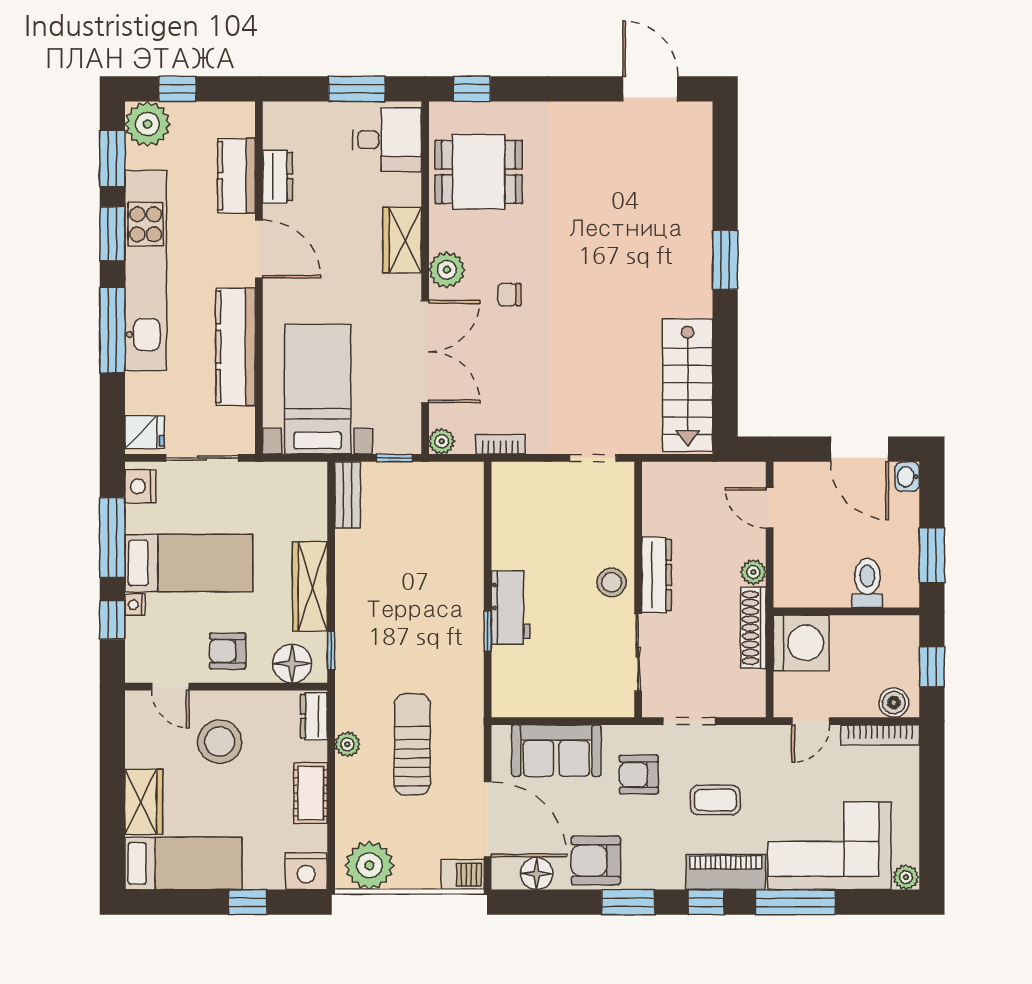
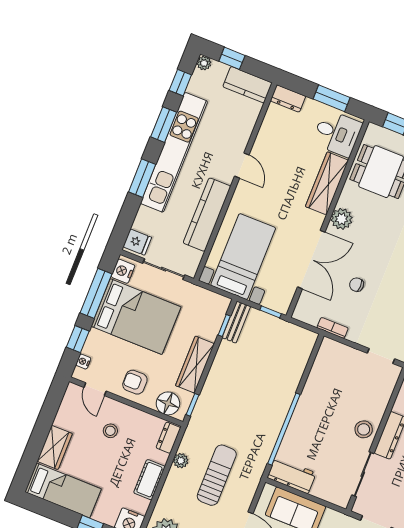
plant: (148, 124) -> (204, 63), width x0.53, depth x0.53
window: (112, 158) -> (180, 83), width x0.67
kitchen counter: (237, 176) -> (248, 85), moved, turned -90
dresser: (278, 176) -> (288, 98), moved, turned 90
wardrobe: (402, 240) -> (327, 183), width x1.50
door: (259, 249) -> (242, 166), width x0.73
chair: (509, 295) -> (357, 285), moved
window: (112, 330) -> (142, 178), width x0.69
plant: (442, 441) -> (301, 313), removed
window: (331, 508) -> (224, 325), added
bed: (189, 563) -> (136, 317), width x1.50
nightstand: (135, 605) -> (83, 362), moved
workbench: (511, 608) -> (292, 475), moved, turned -90
window: (488, 631) -> (284, 429), width x3.17
stool: (220, 742) -> (110, 431), width x0.53, depth x0.53

